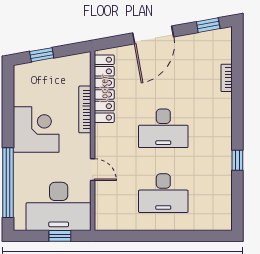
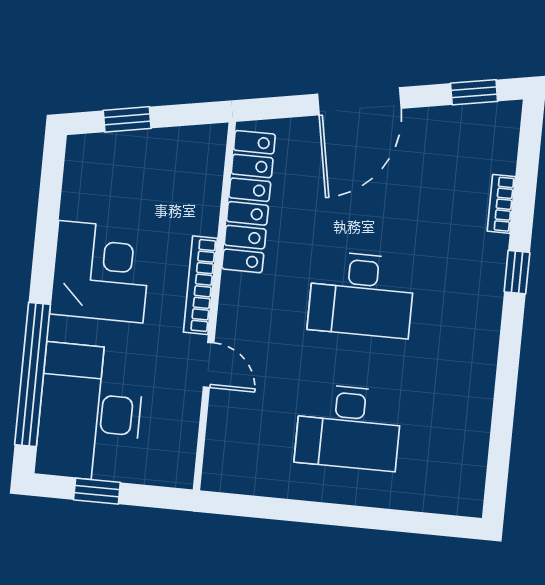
bookcase: (85, 109) -> (200, 285), moved
window: (237, 160) -> (517, 272), moved
desk: (59, 206) -> (90, 413), moved, turned 90
window: (60, 236) -> (97, 491), moved

